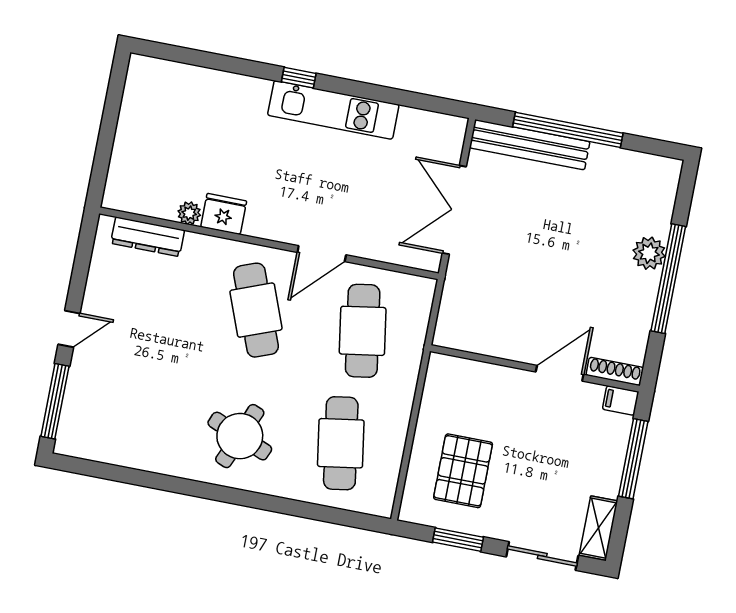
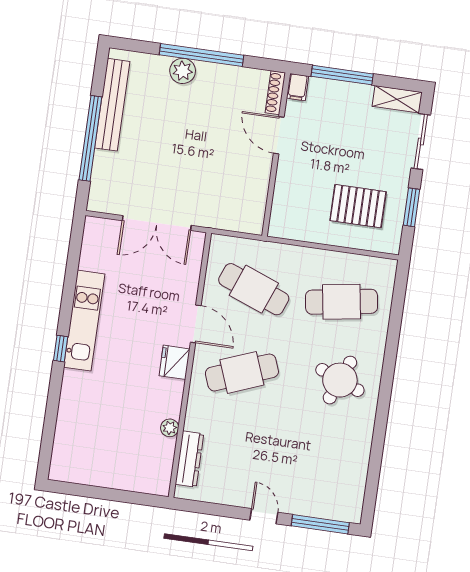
bench: (530, 145) -> (112, 105), moved
fridge: (224, 214) -> (174, 362), moved
cafe table: (363, 331) -> (254, 289), turned 30

